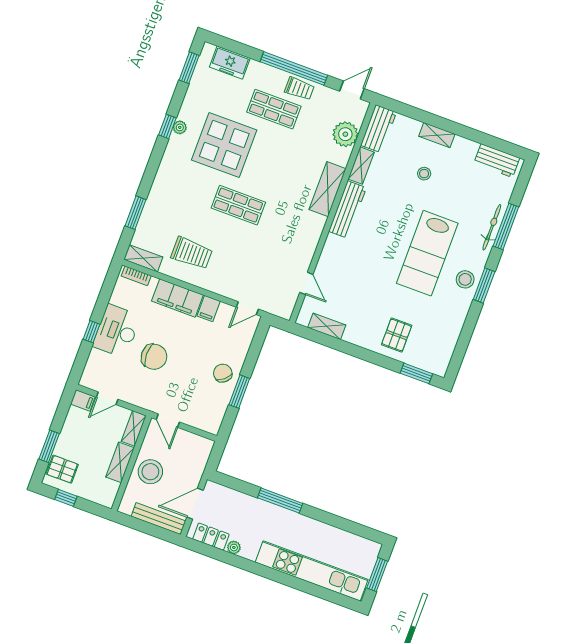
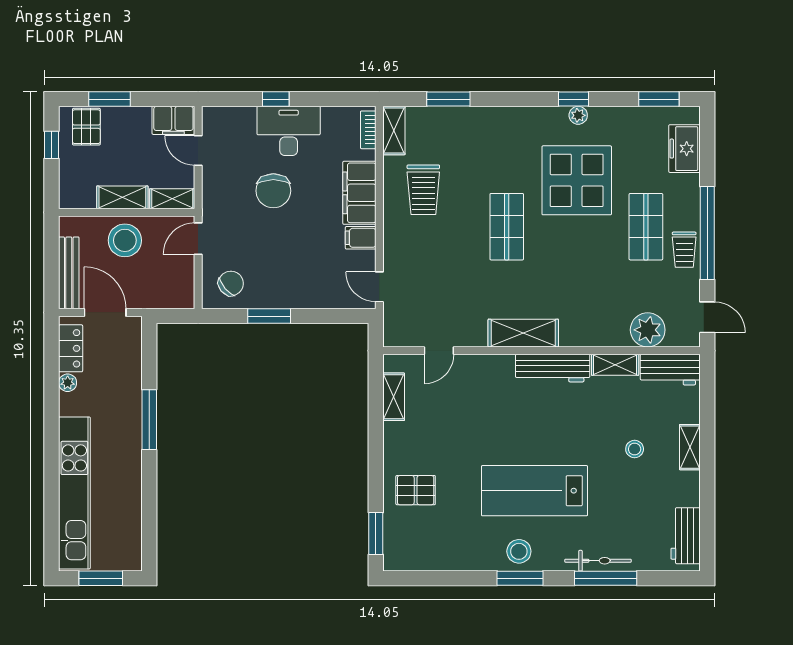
shelving: (328, 189) -> (523, 333), moved
chair: (223, 373) -> (231, 283), moved
filing cabinet: (83, 400) -> (173, 120), width x2.00

